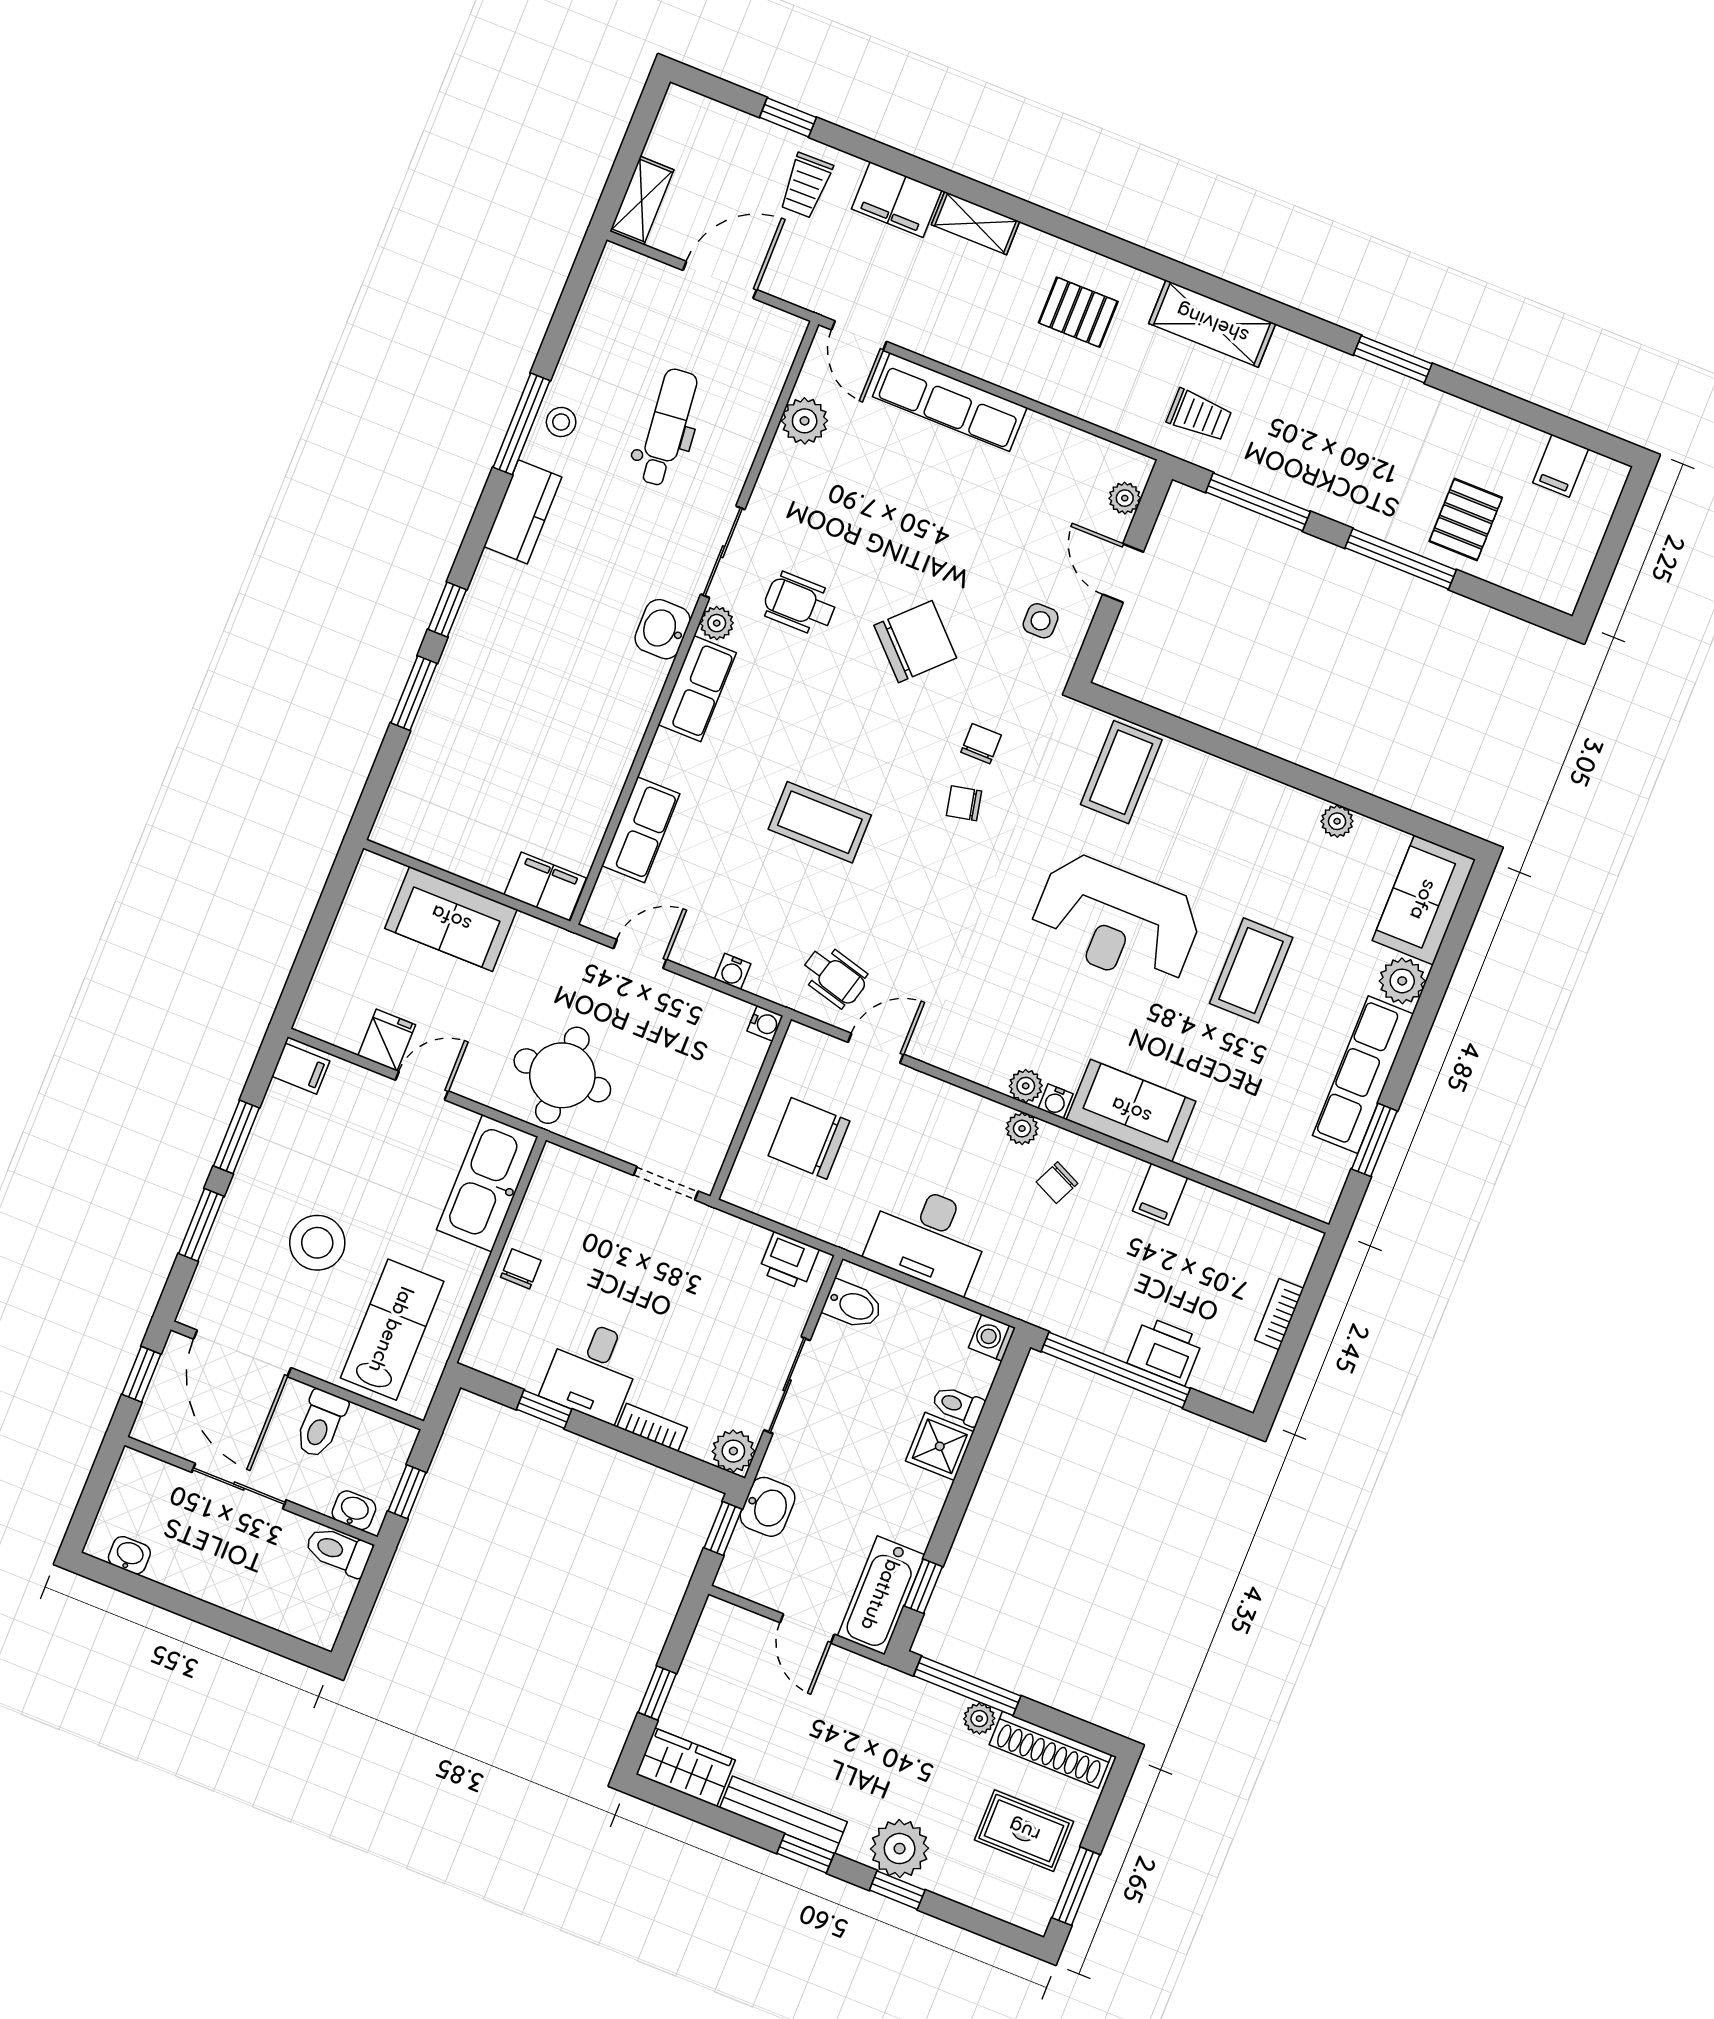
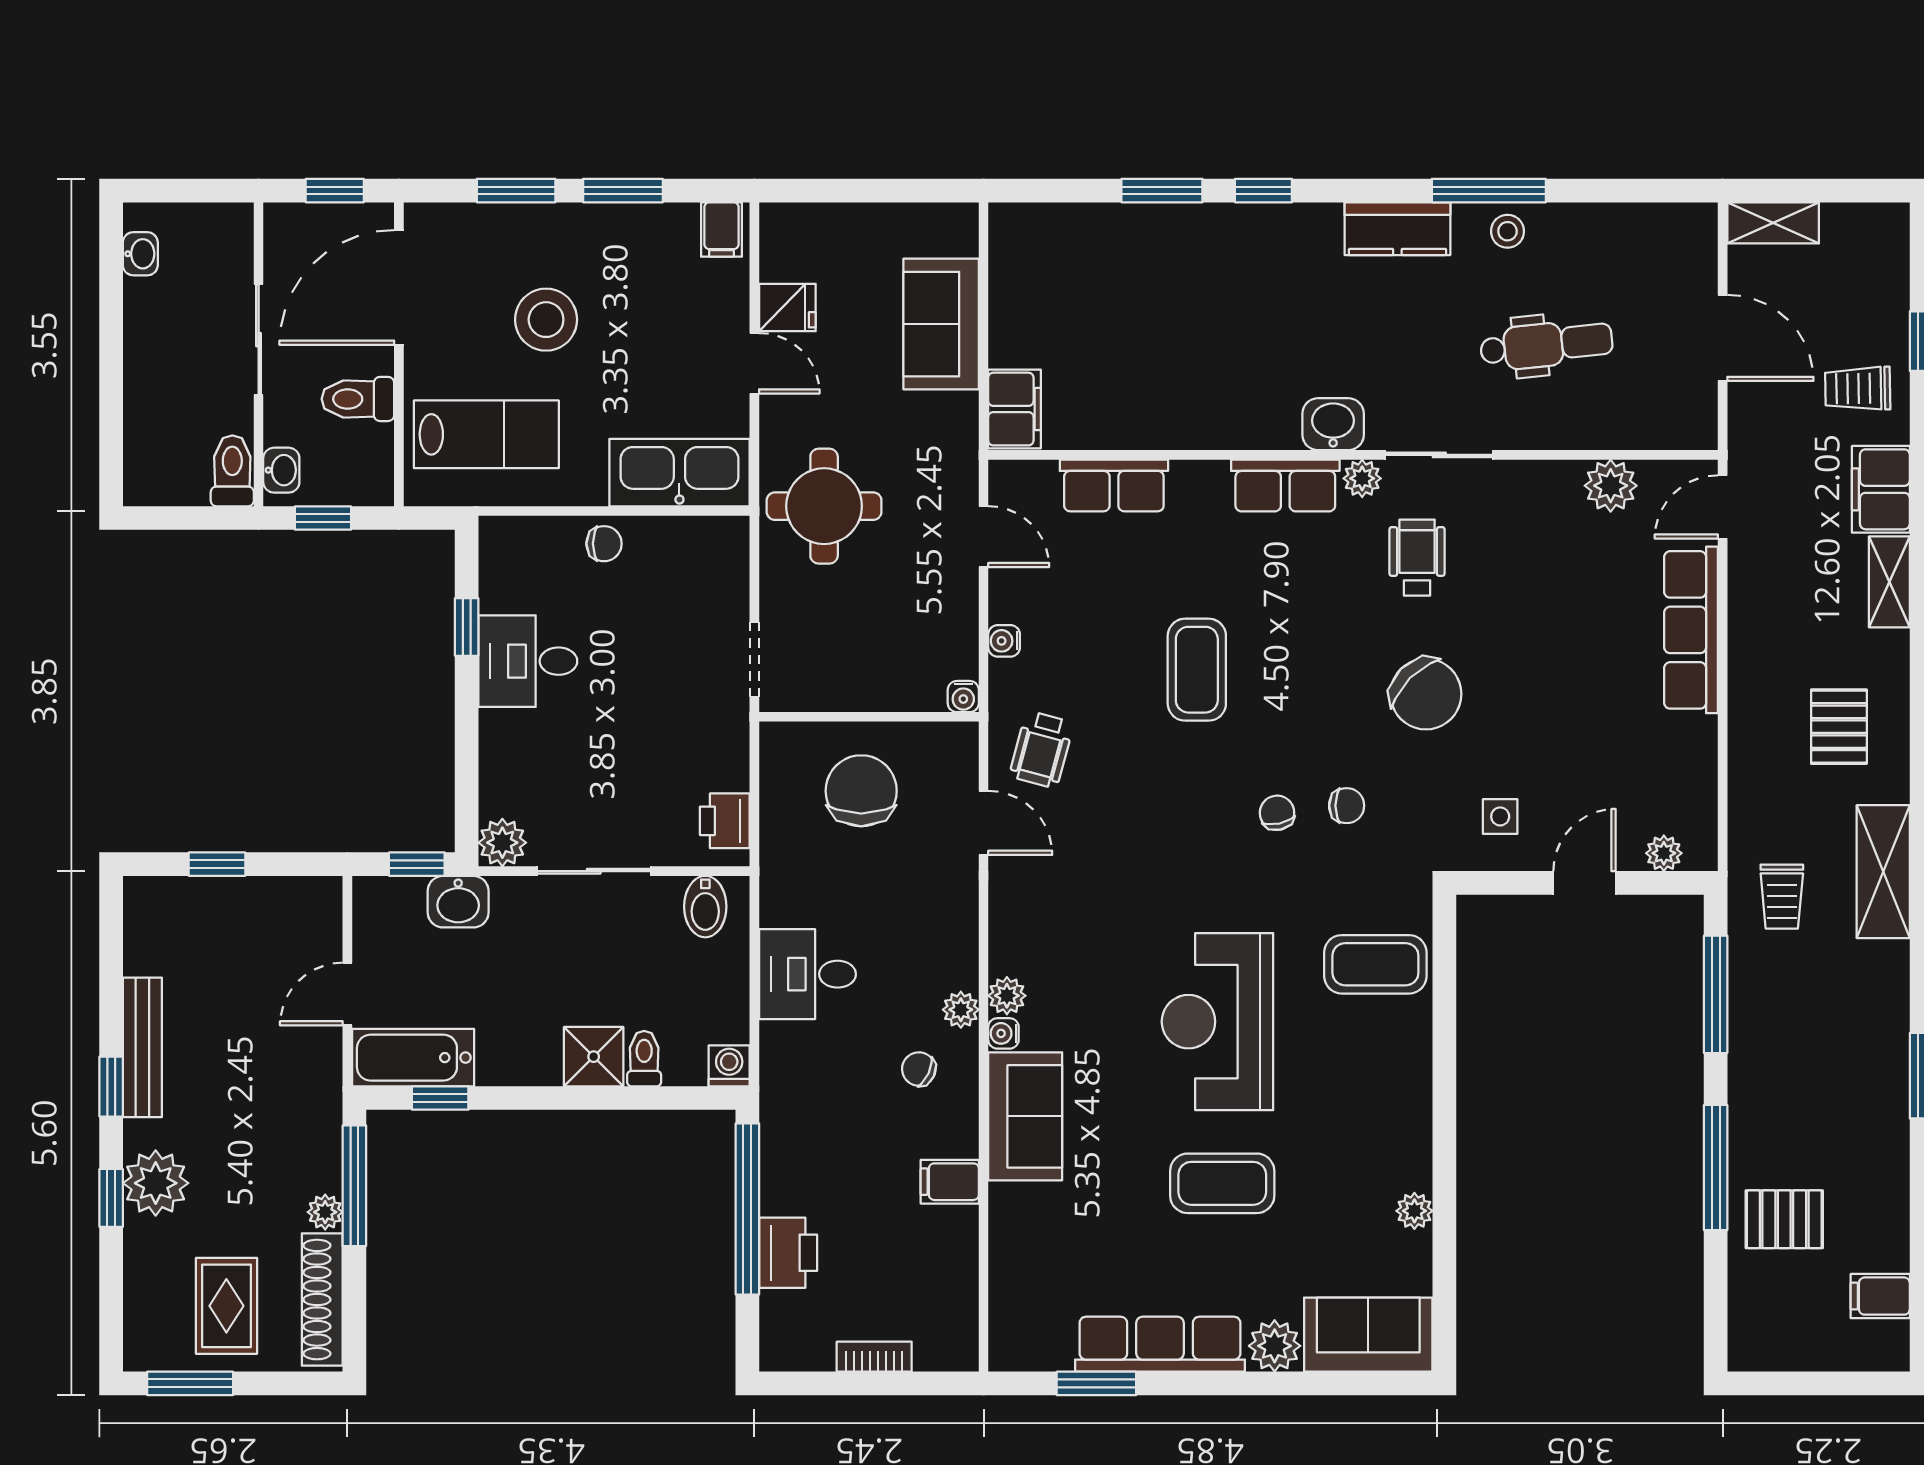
desk: (928, 1238) -> (807, 974), width x0.73
bookcase: (652, 1427) -> (493, 748), removed
wardrobe: (686, 1767) -> (151, 925), removed

